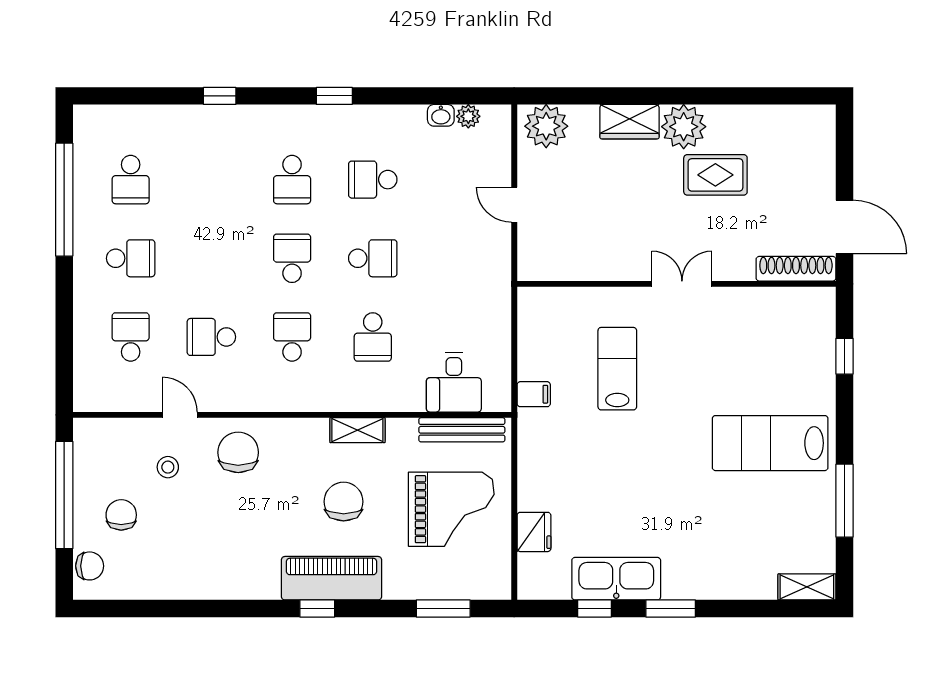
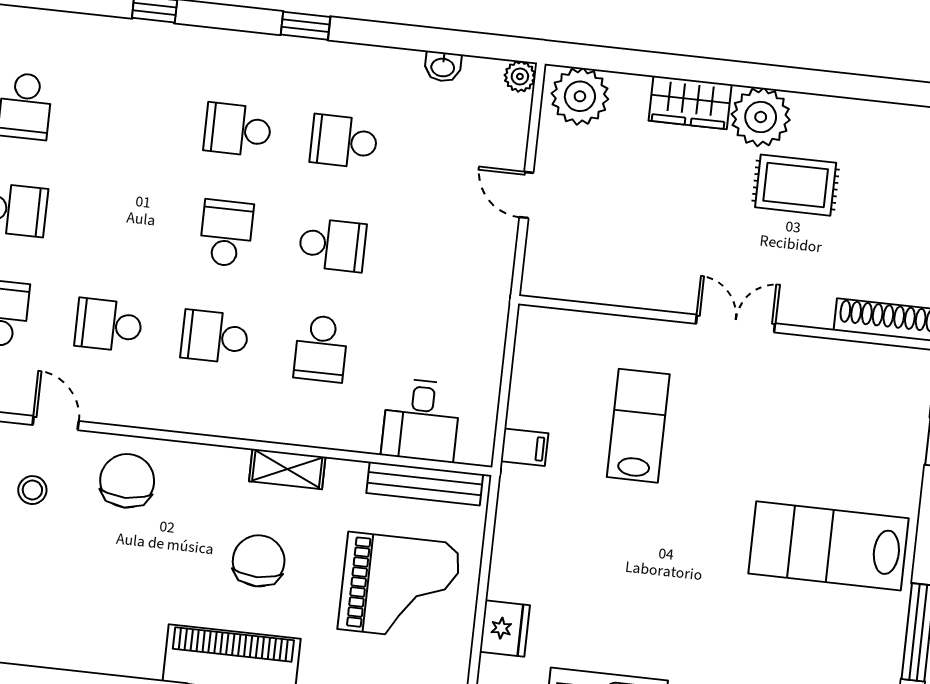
plant: (468, 116) -> (520, 76), moved
school desk: (292, 180) -> (238, 130), turned 90
school desk: (292, 337) -> (215, 337), turned -90

